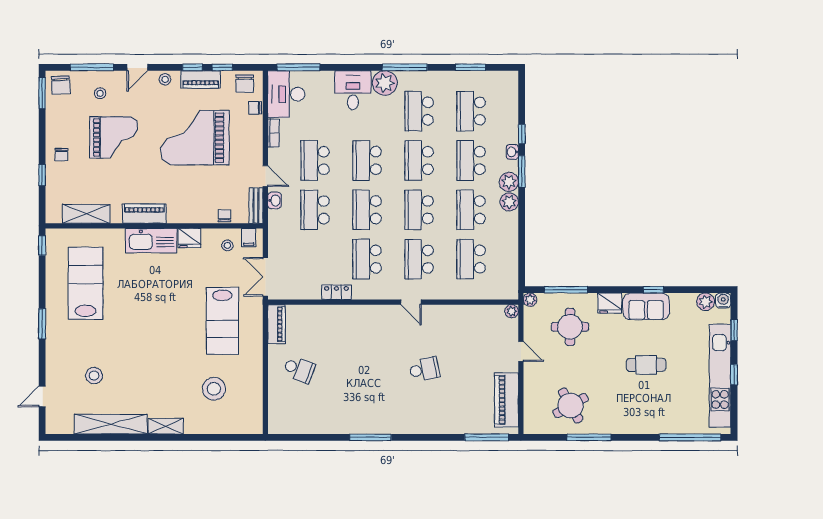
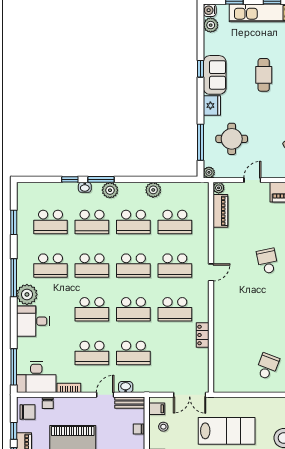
plant: (509, 202) -> (153, 190), moved
piano: (277, 324) -> (220, 211), moved, turned 90

